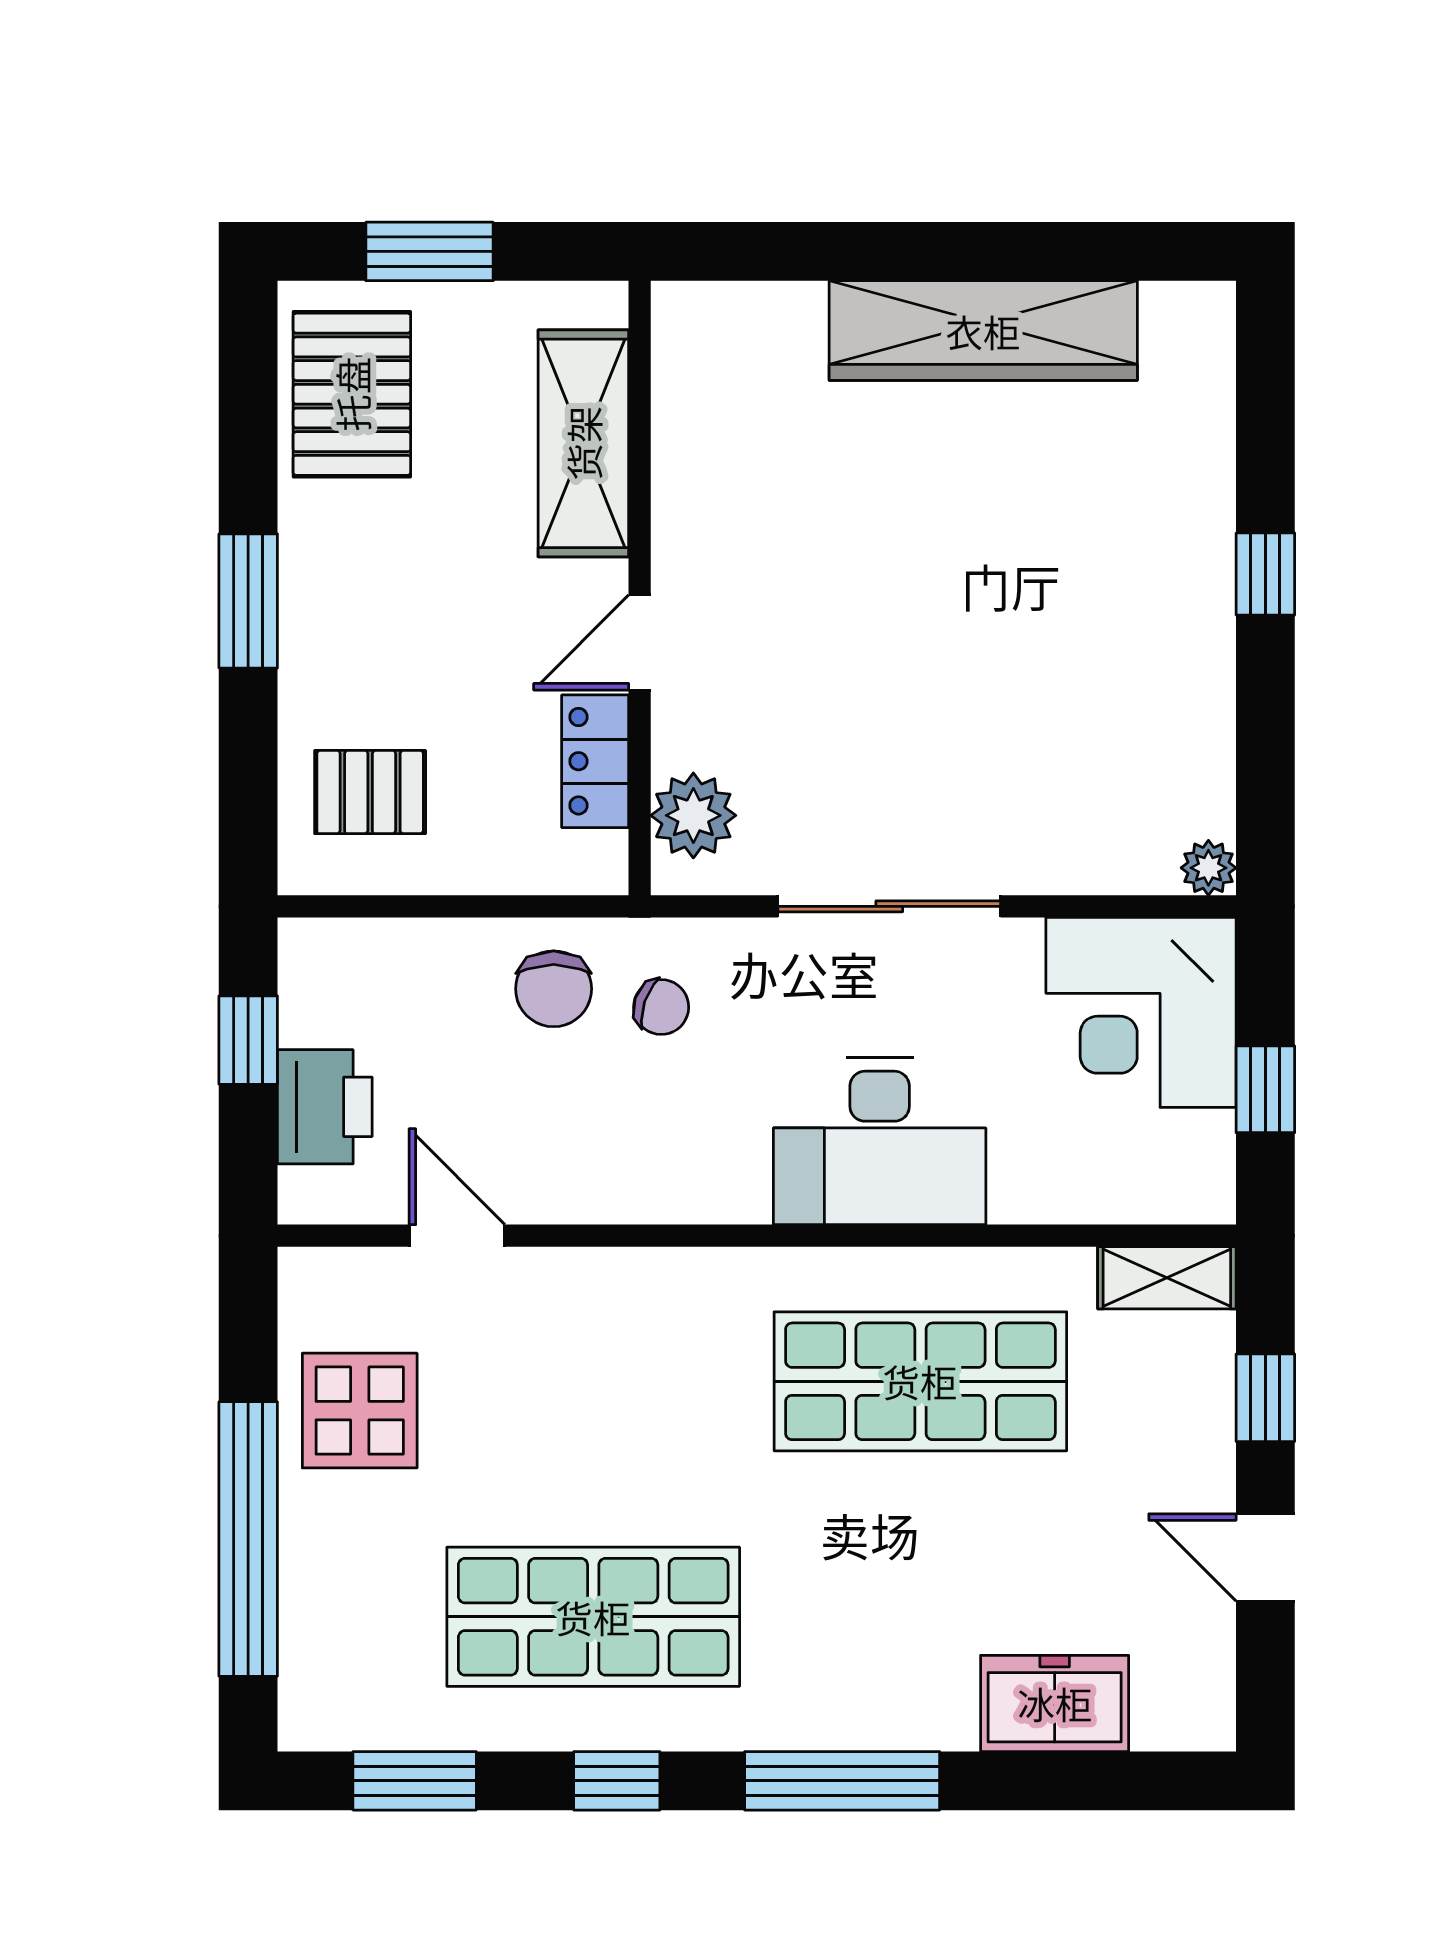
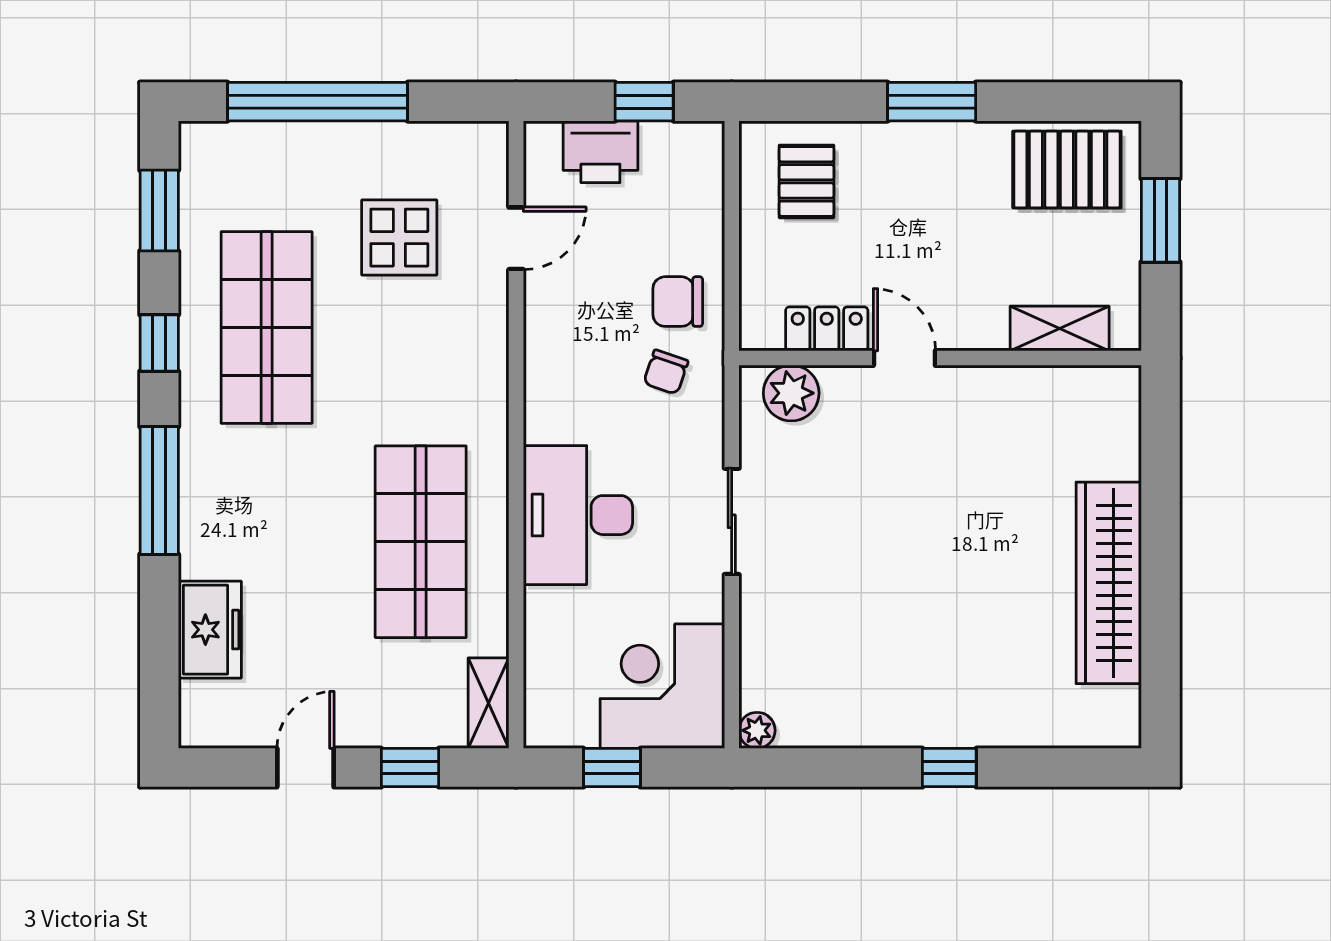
shelving: (583, 443) -> (1060, 328), width x0.67, depth x0.75
sliding door: (889, 906) -> (732, 521), width x0.73
display table: (360, 1411) -> (399, 238), moved

